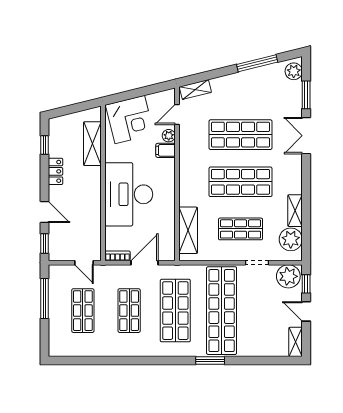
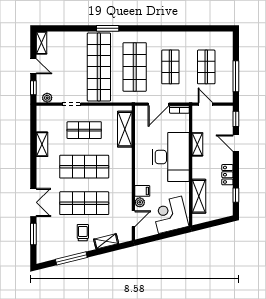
plant: (294, 71) -> (43, 252), removed
shelving: (195, 90) -> (106, 241), moved
trolley: (242, 97) -> (83, 233), added
shelving: (94, 211) -> (197, 144), added
plant: (291, 239) -> (45, 122), removed
plant: (288, 276) -> (47, 98), width x0.53, depth x0.53

